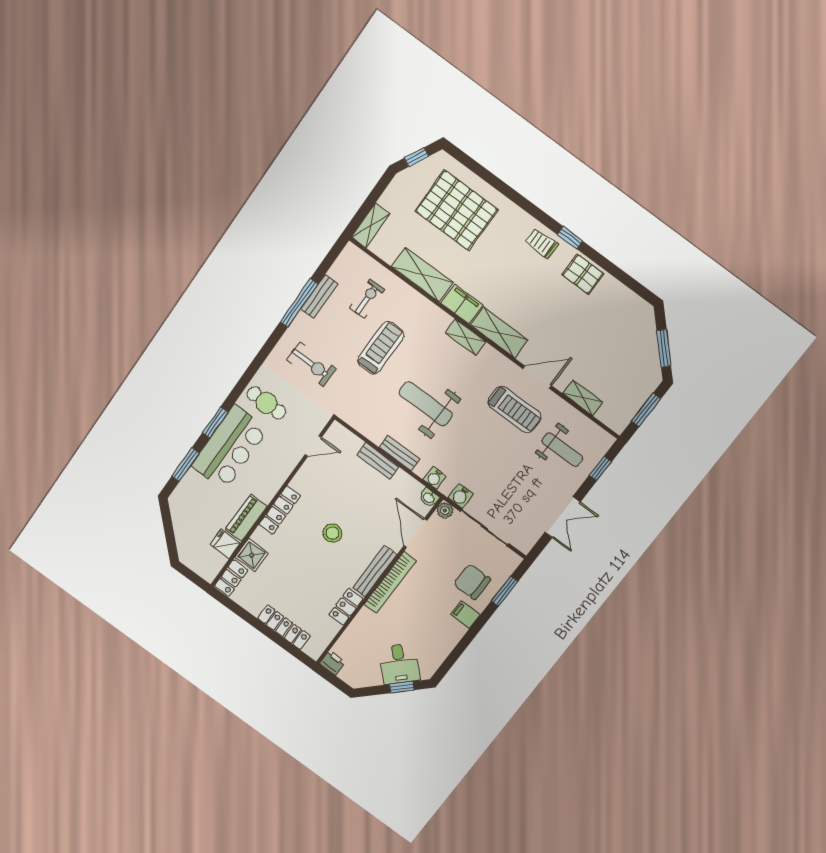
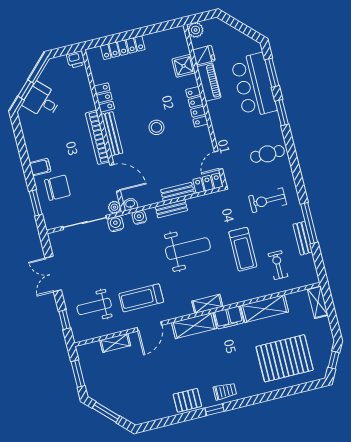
exercise bike: (367, 299) -> (278, 265), turned 180
bar counter: (230, 447) -> (254, 85), moved
plant: (208, 572) -> (196, 30), added
locker: (231, 578) -> (208, 183), moved, turned 90

